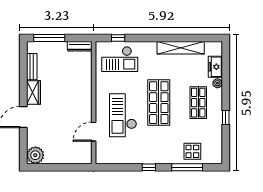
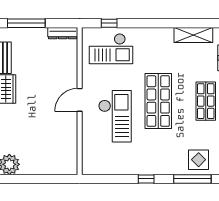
shelving: (181, 48) -> (193, 35), width x0.68
checkout: (123, 115) -> (115, 116), turned 180
door: (94, 132) -> (80, 100), moved

